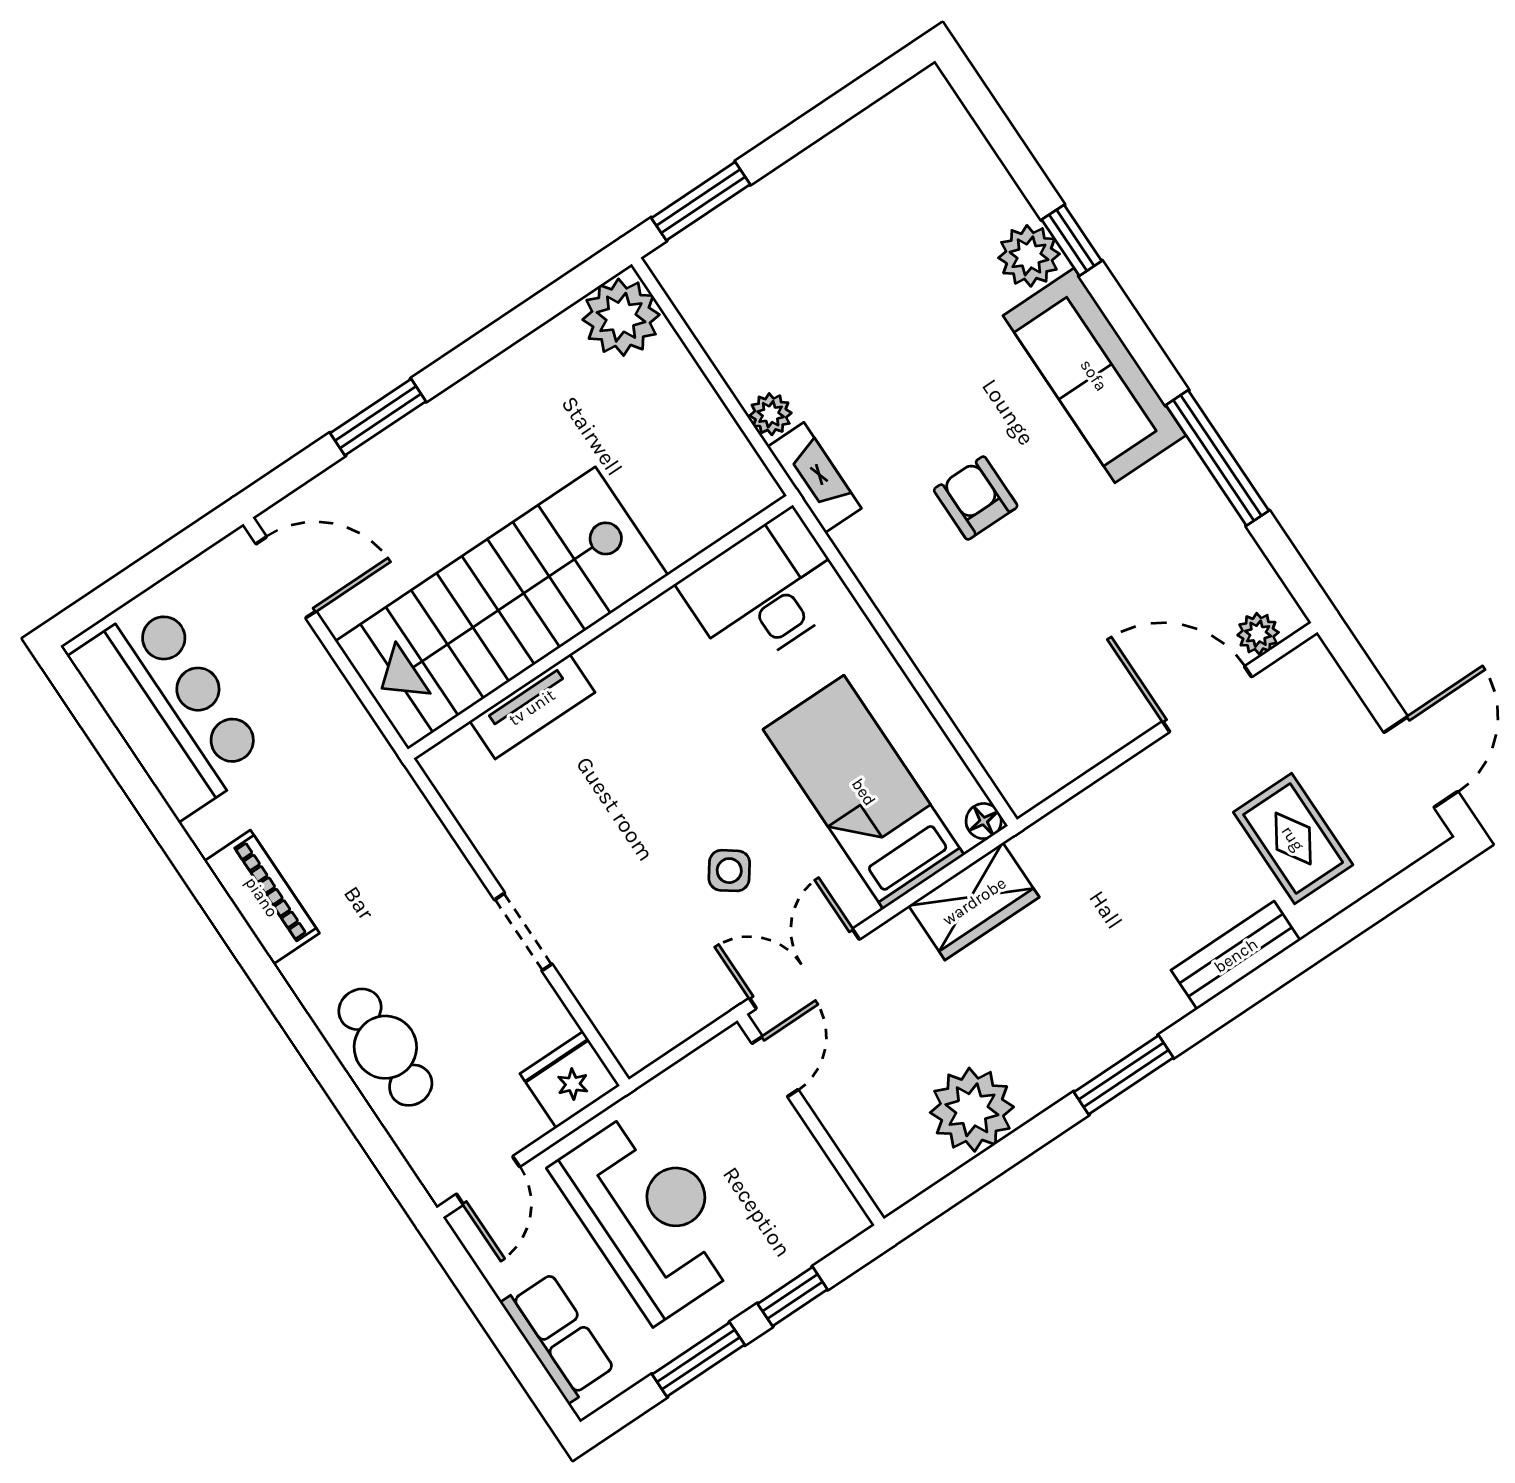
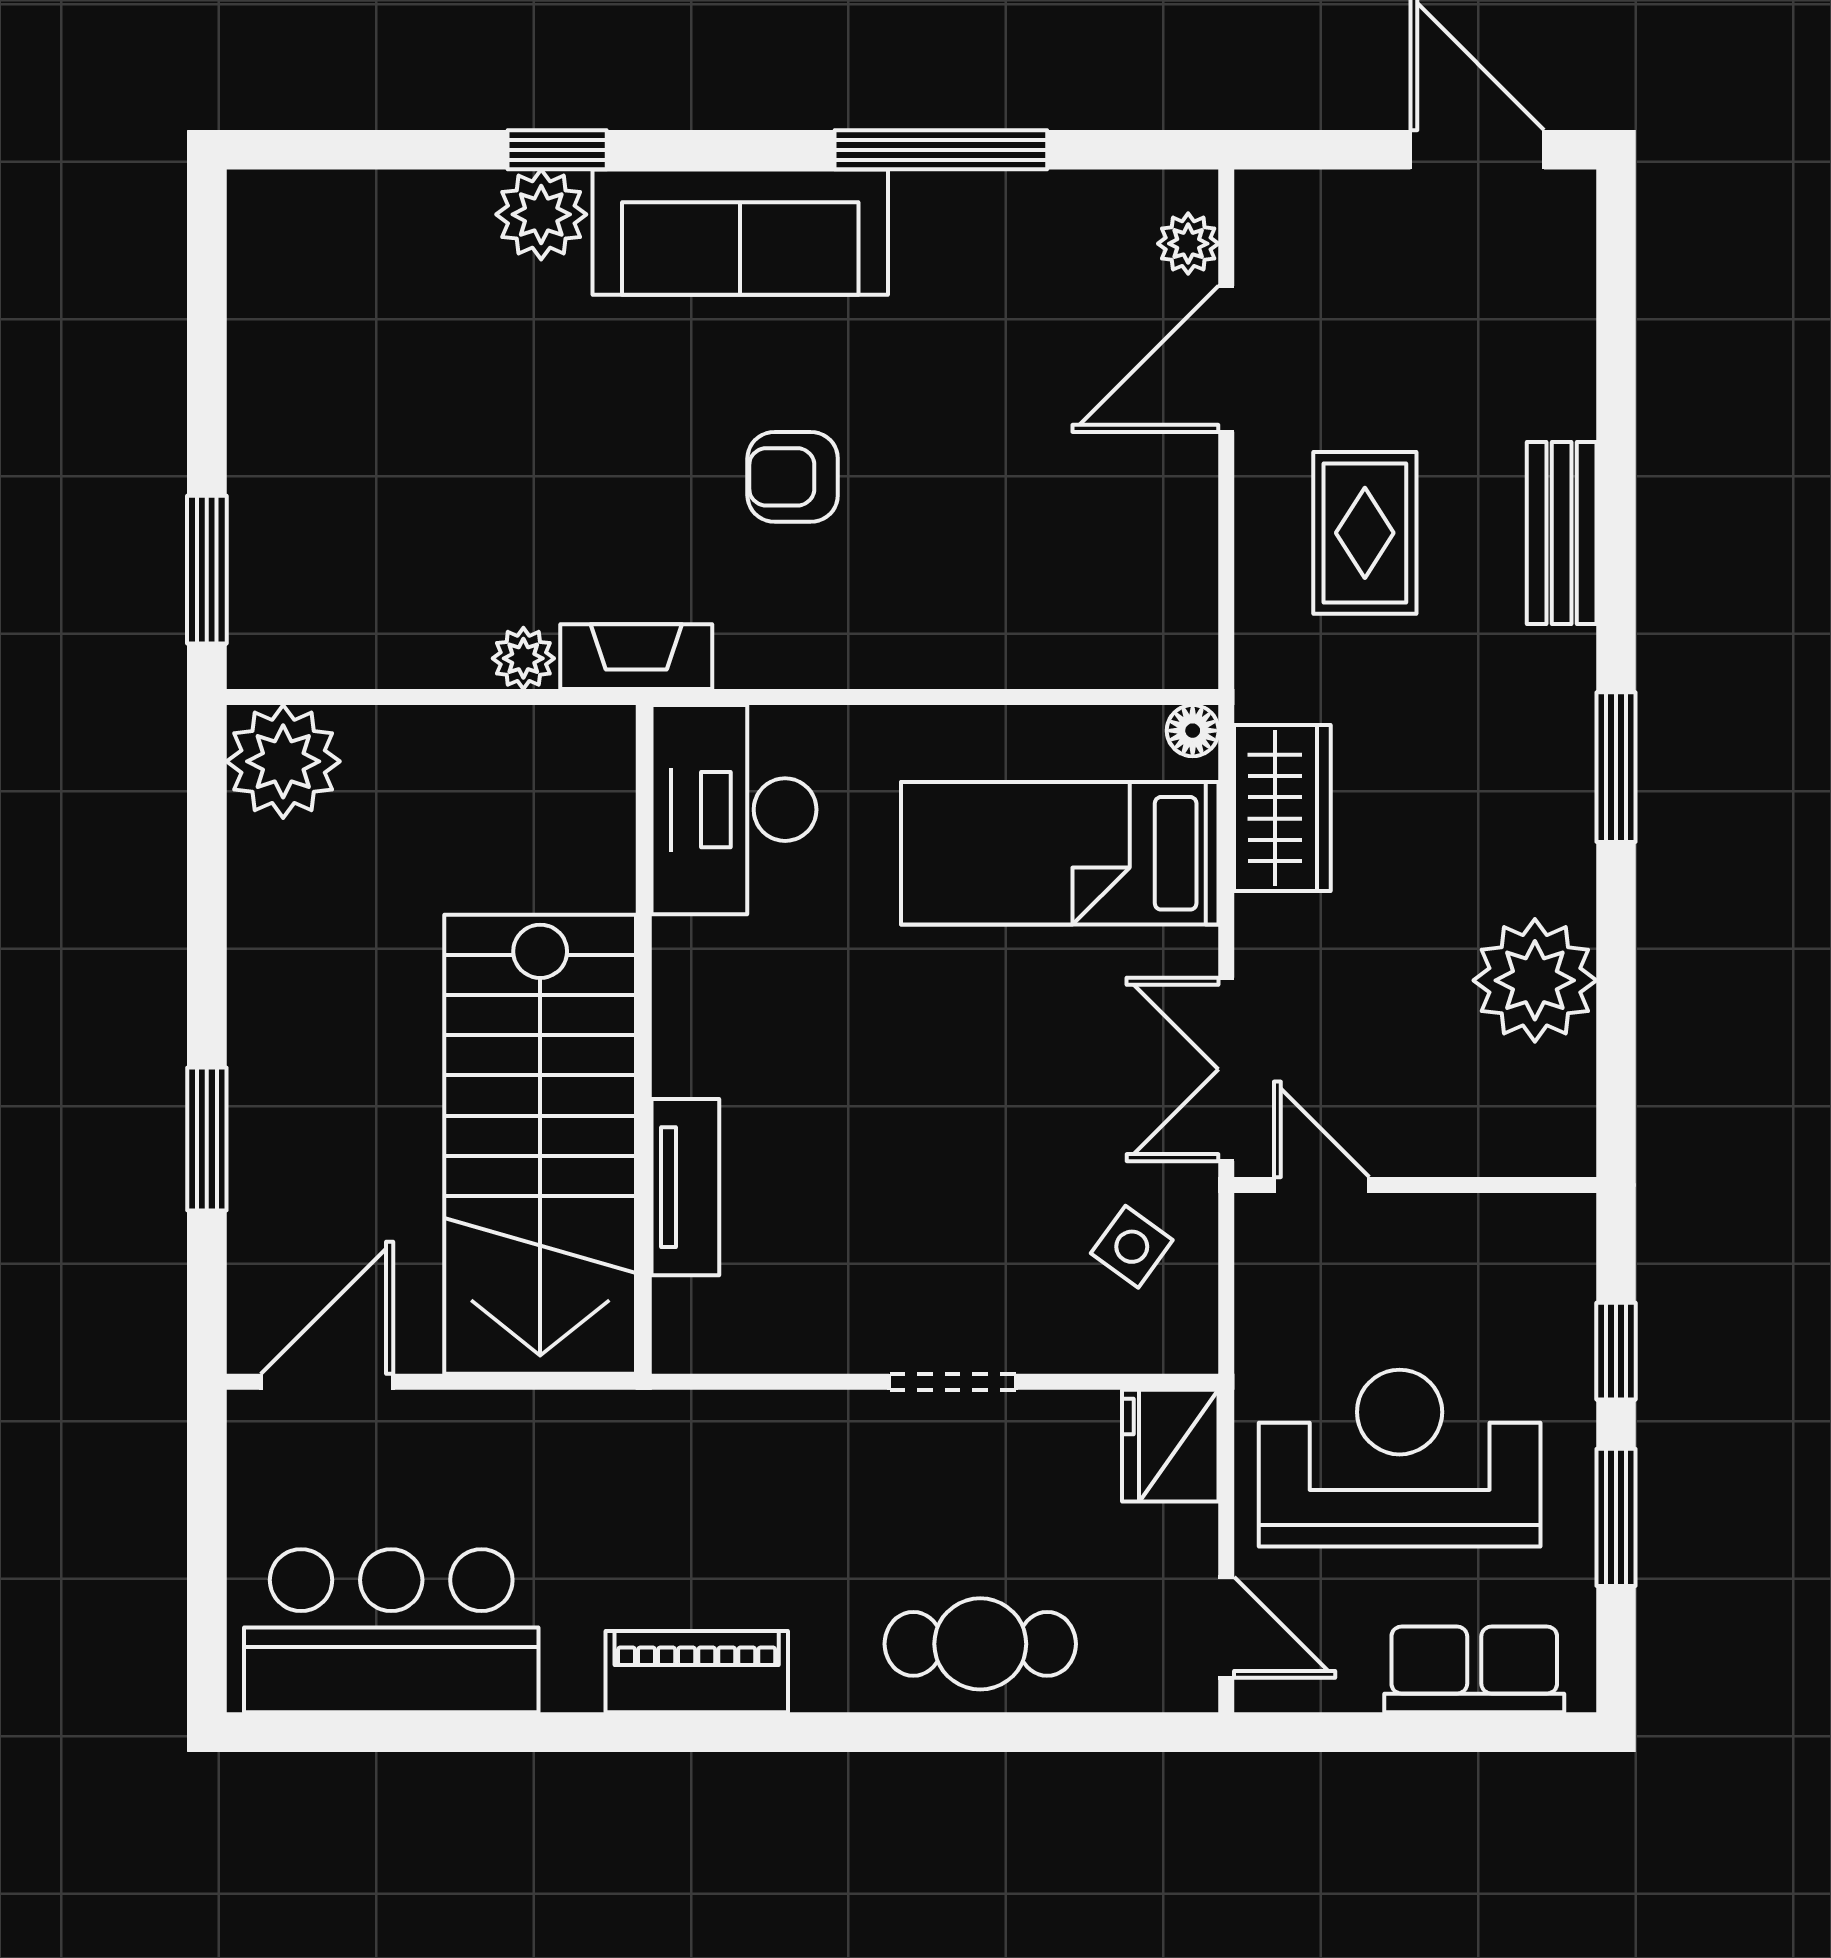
rug: (1293, 838) -> (1365, 533), moved, turned 90
side table: (729, 871) -> (1132, 1247), moved

